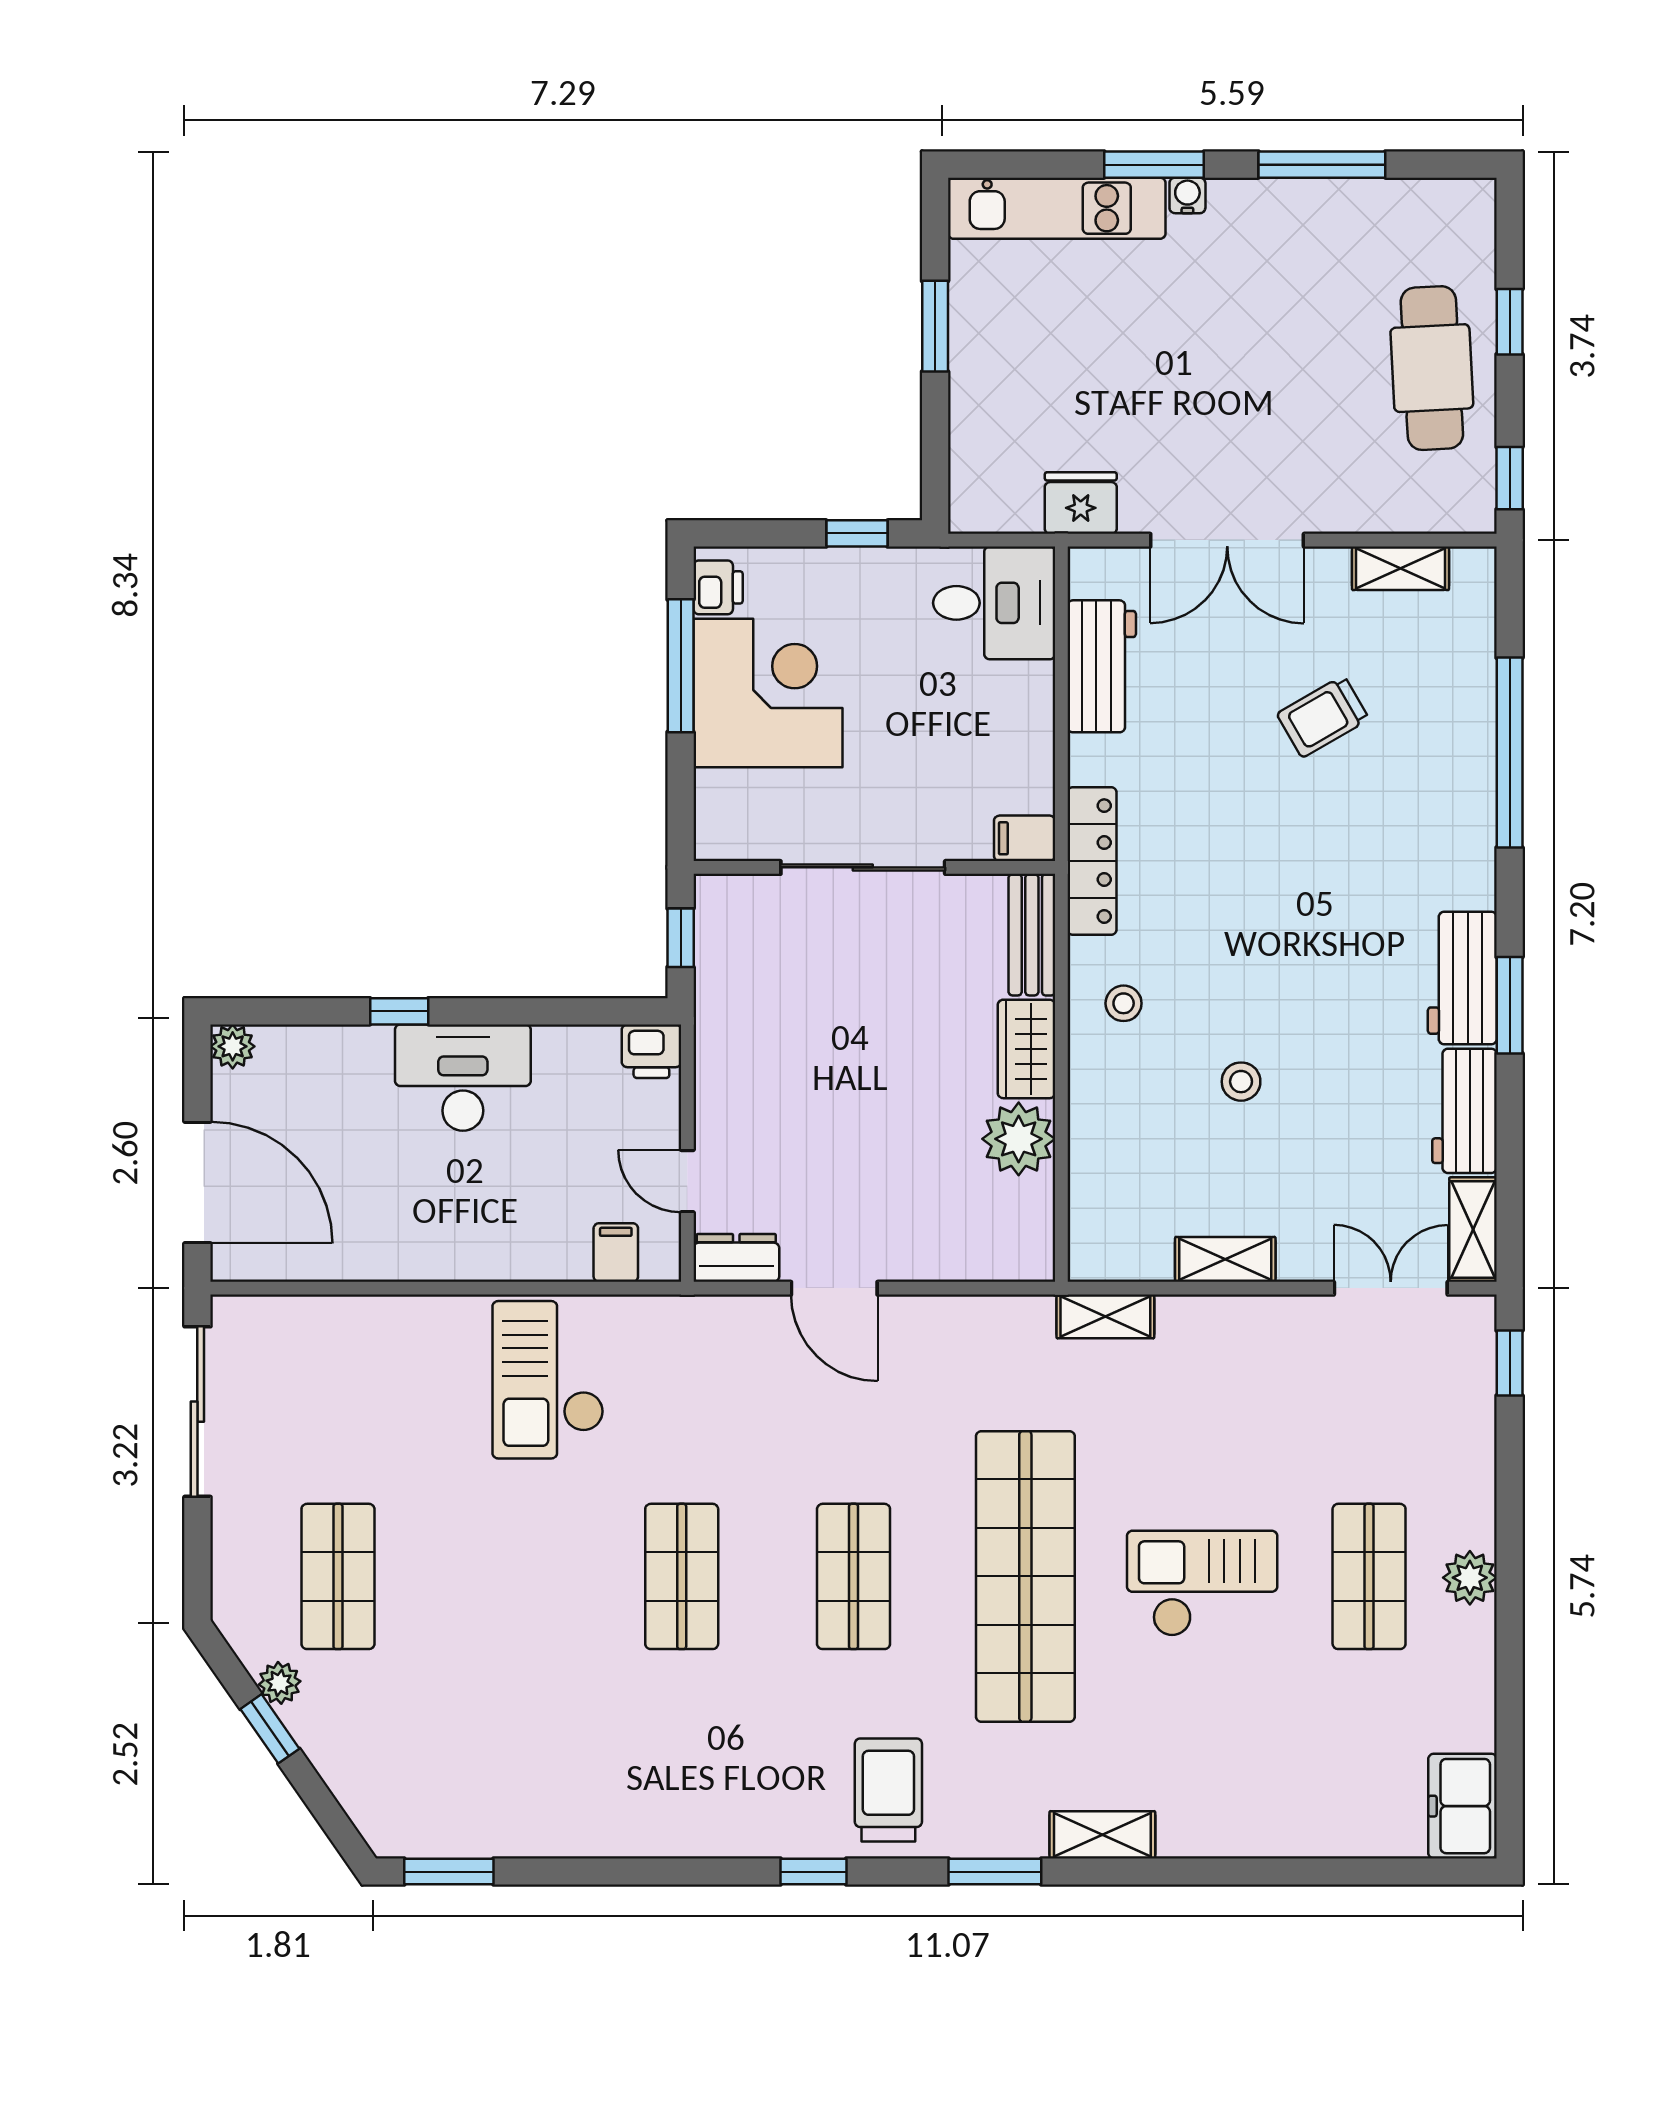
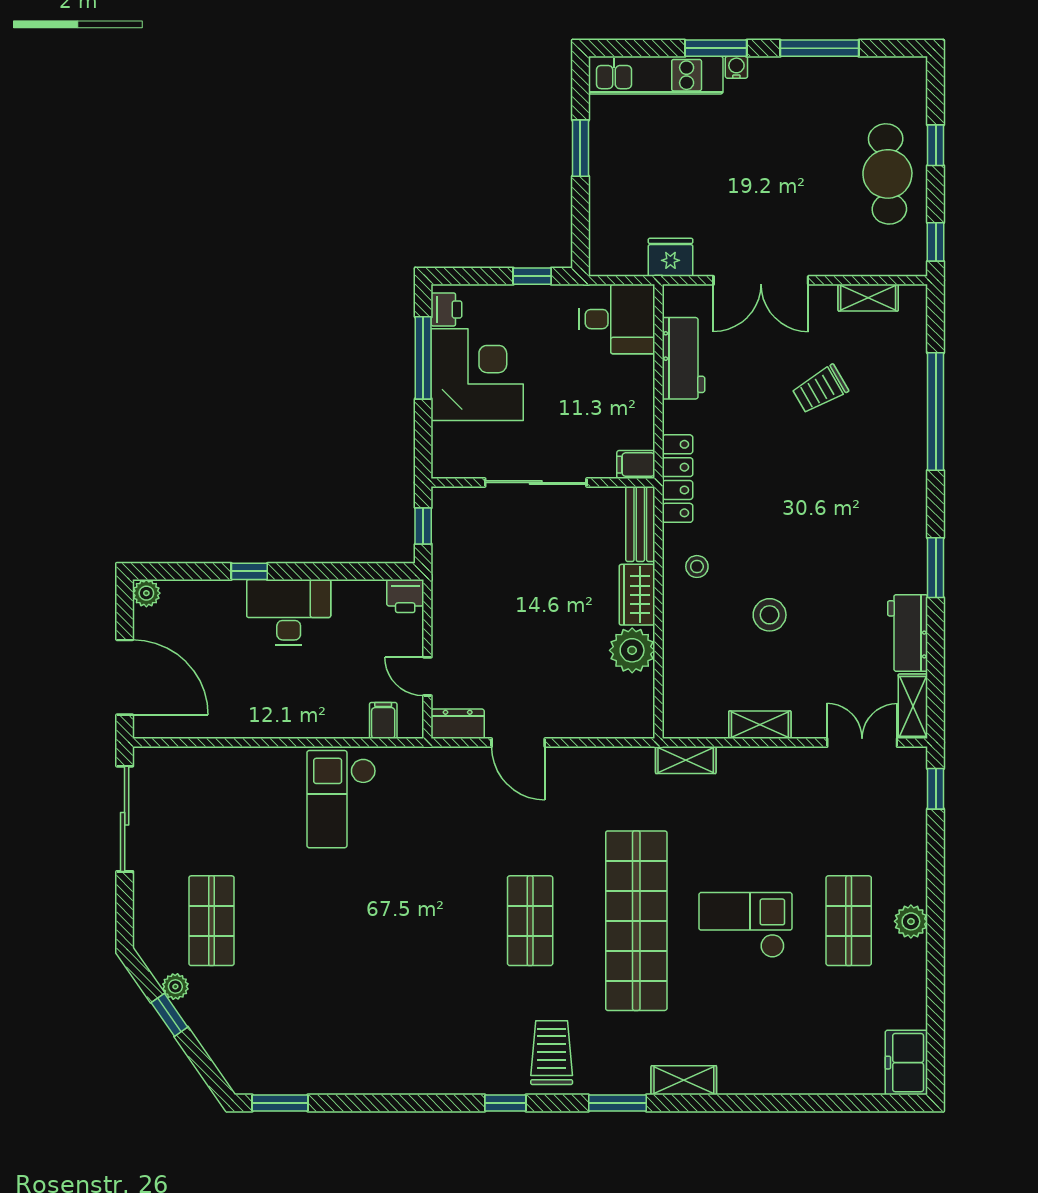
workbench: (1462, 978) -> (906, 551), removed
stool: (1241, 1082) -> (770, 615), width x1.37, depth x1.37
shop shelf: (682, 1576) -> (424, 921), removed

